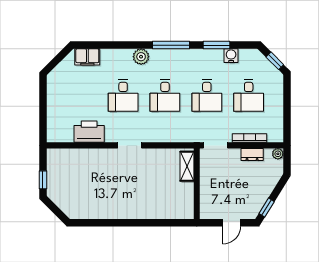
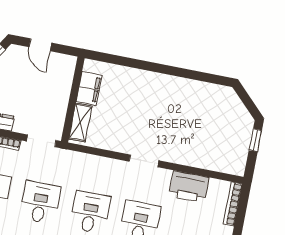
bookcase: (51, 125) -> (233, 204), added
filing cabinet: (185, 195) -> (89, 88), added
door: (232, 223) -> (40, 45), swing flipped

